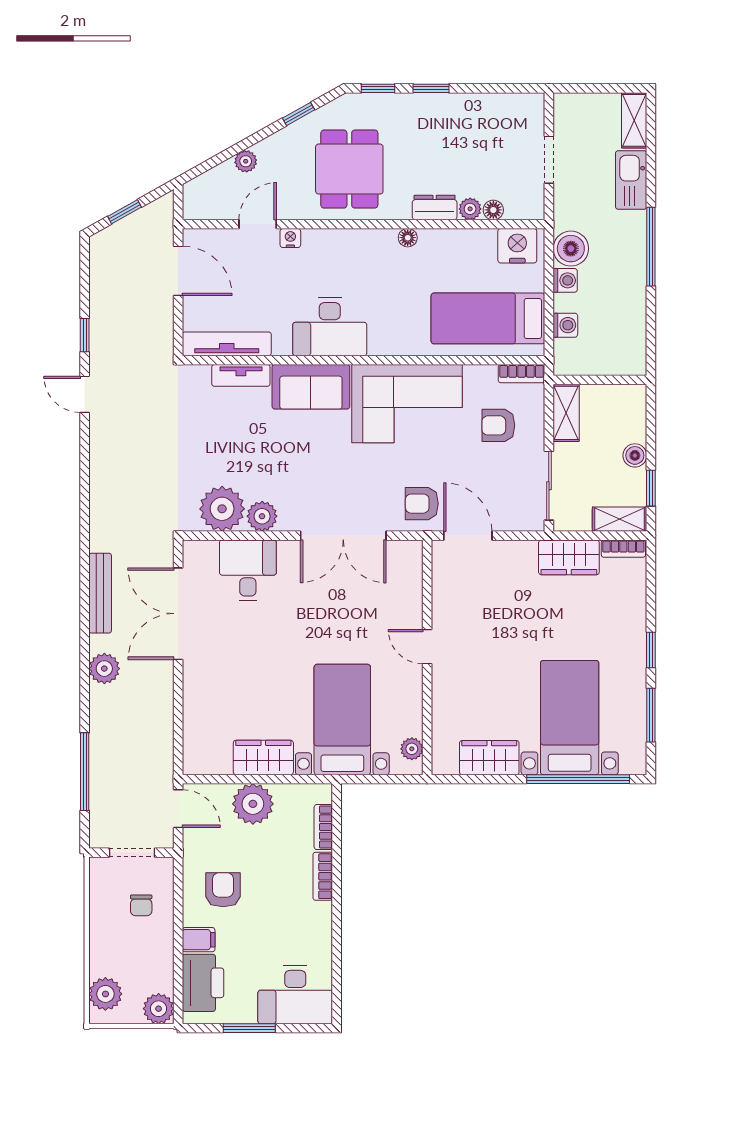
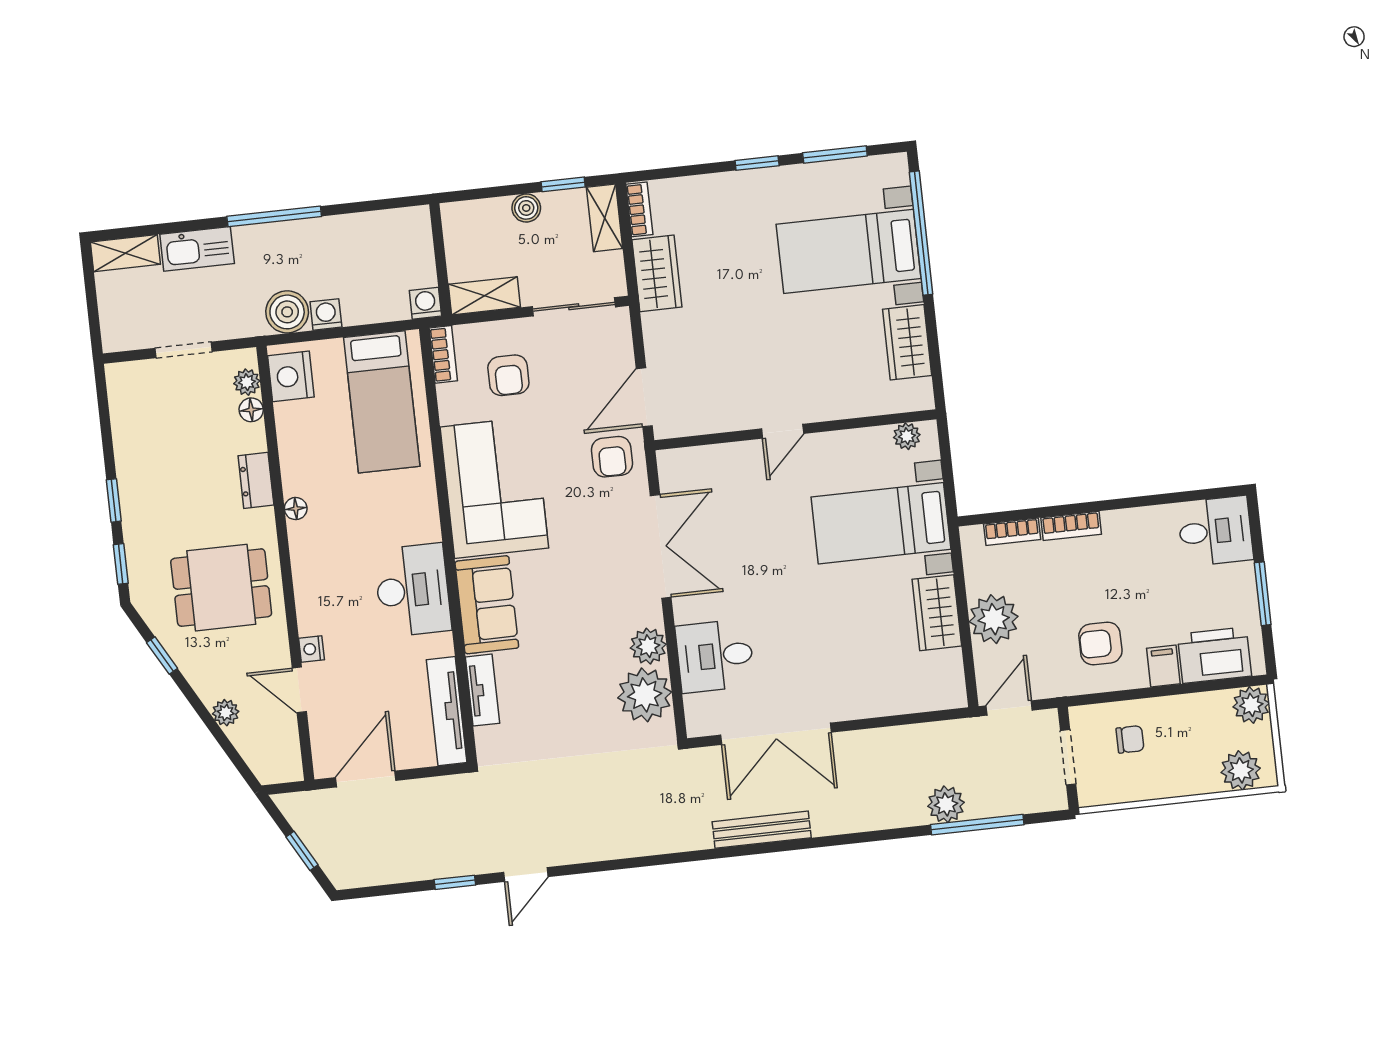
plant: (470, 209) -> (247, 382), moved
washing machine: (565, 325) -> (425, 303), moved
plant: (104, 669) -> (946, 804), moved
desk: (295, 995) -> (1215, 531), width x0.73

